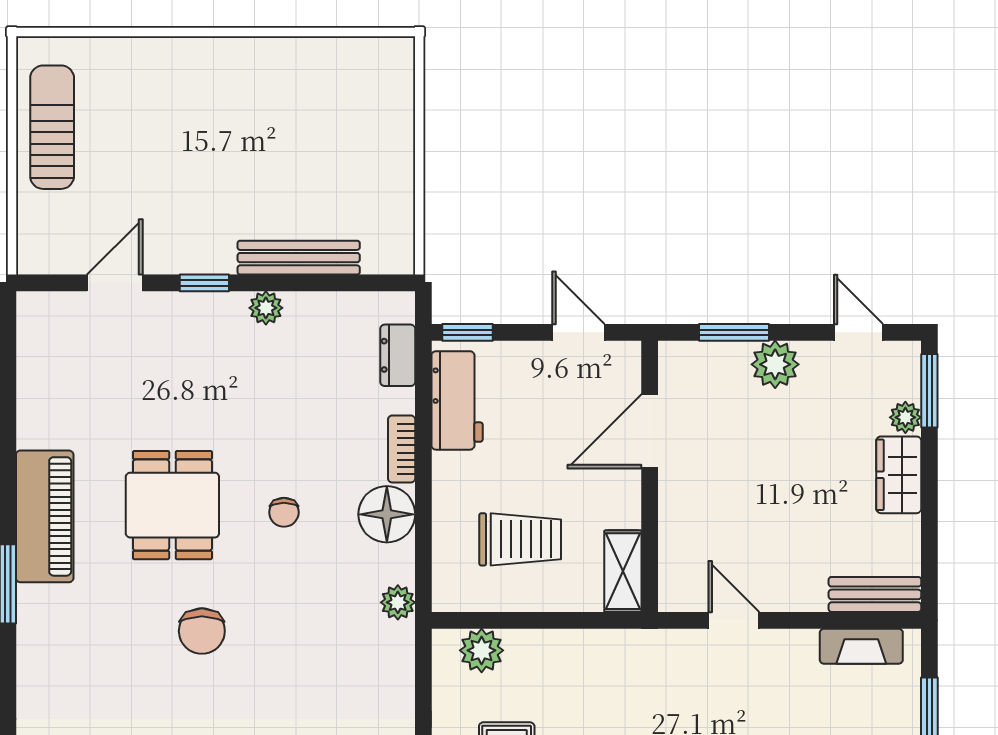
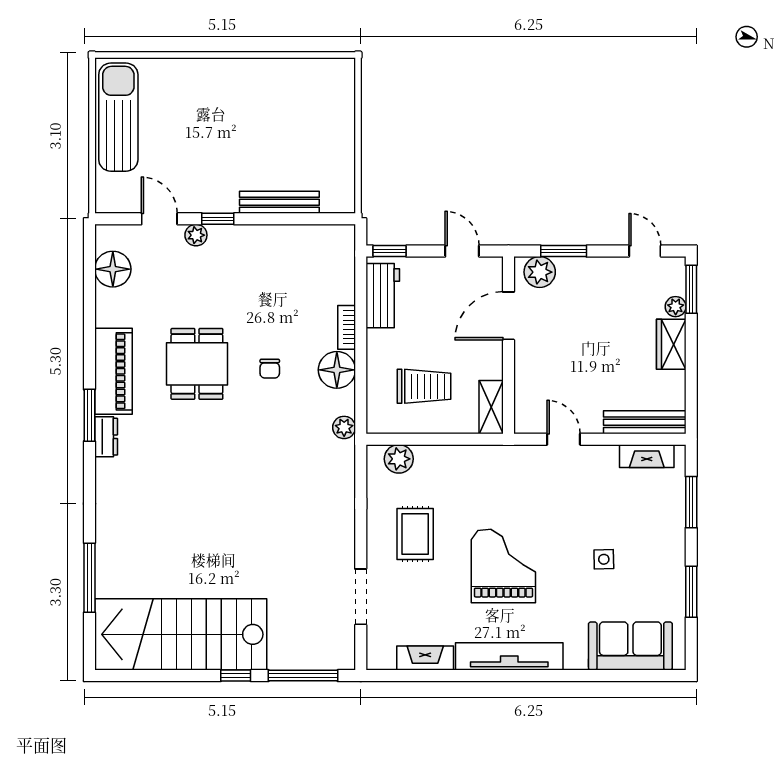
sun lounger: (52, 127) -> (118, 117), width x1.36, depth x1.34
door: (115, 283) -> (159, 219), hinge flipped
plant: (266, 308) -> (196, 235), moved
dresser: (398, 355) -> (106, 437), moved, turned 180
floor lamp: (44, 360) -> (113, 269), added
plant: (775, 364) -> (540, 272), moved
bench: (875, 594) -> (645, 422), width x1.36
chair: (202, 631) -> (216, 446), removed

